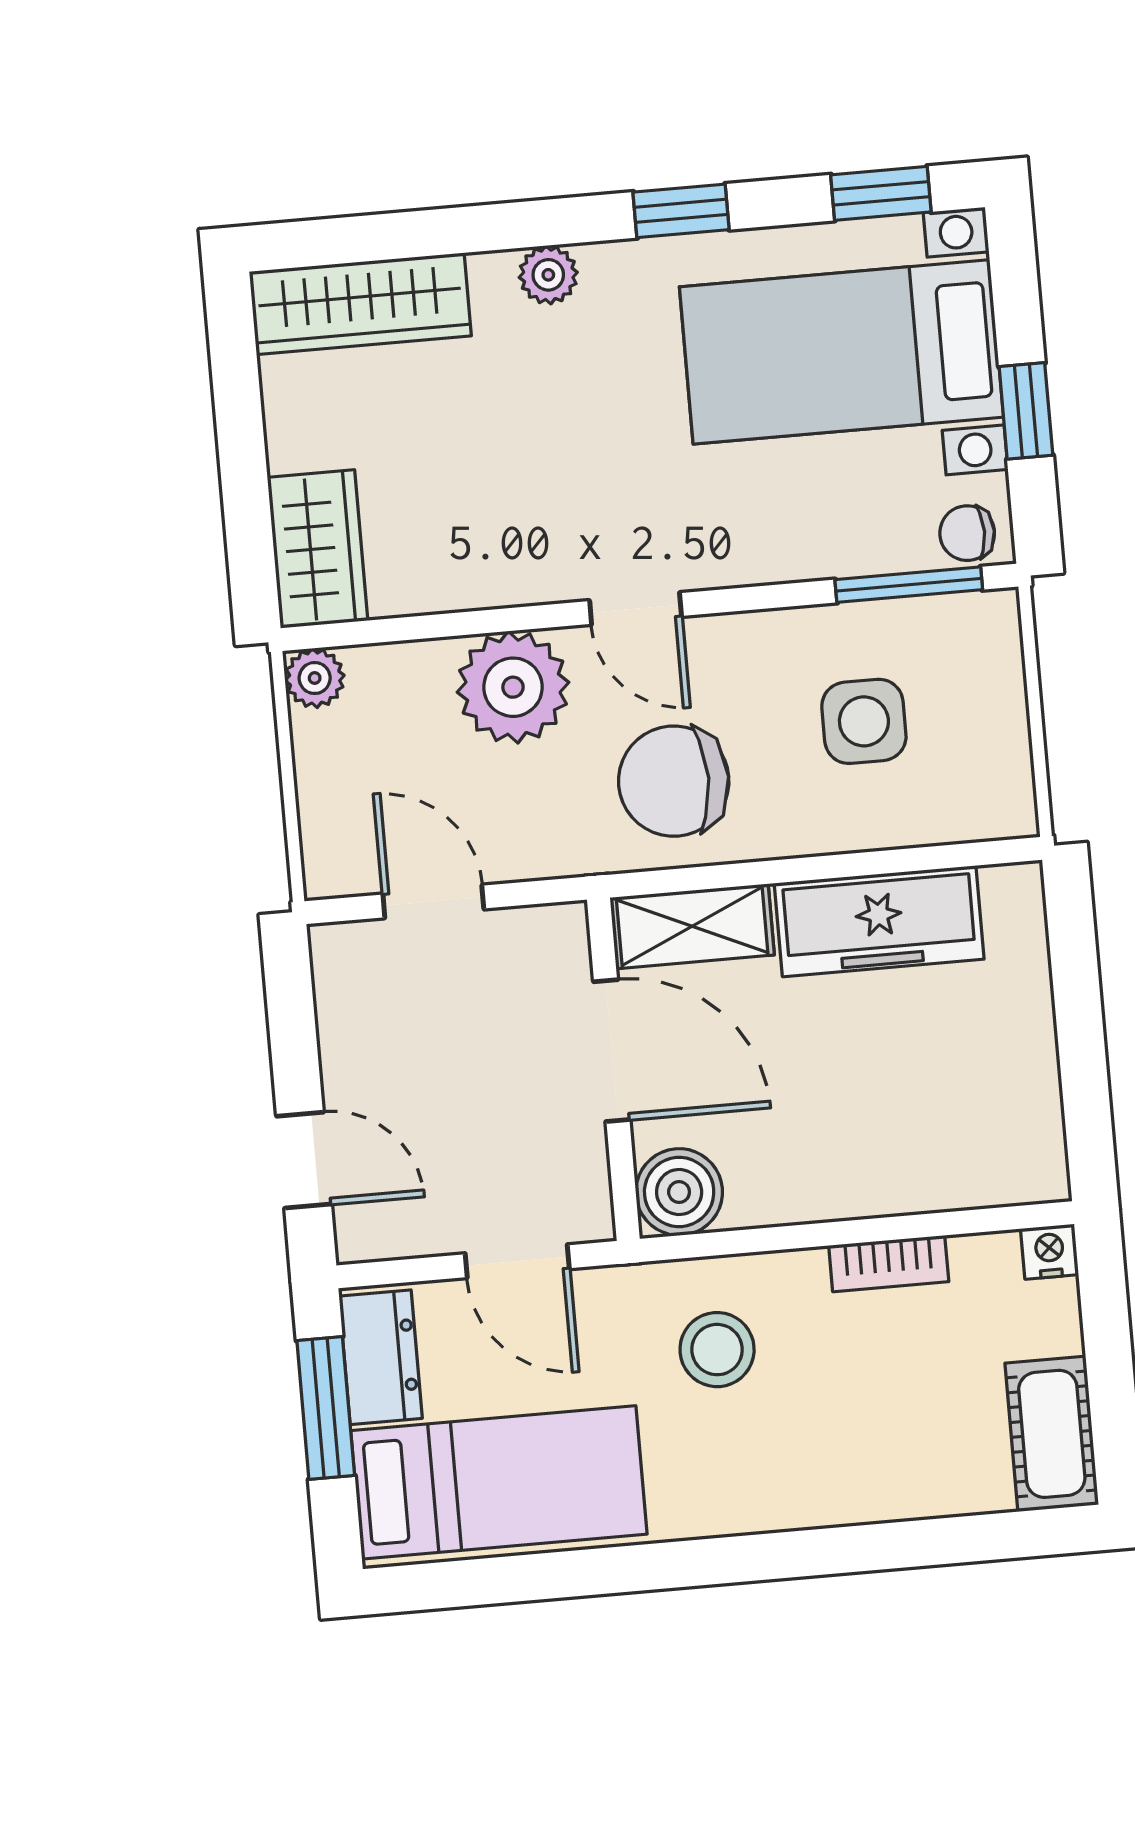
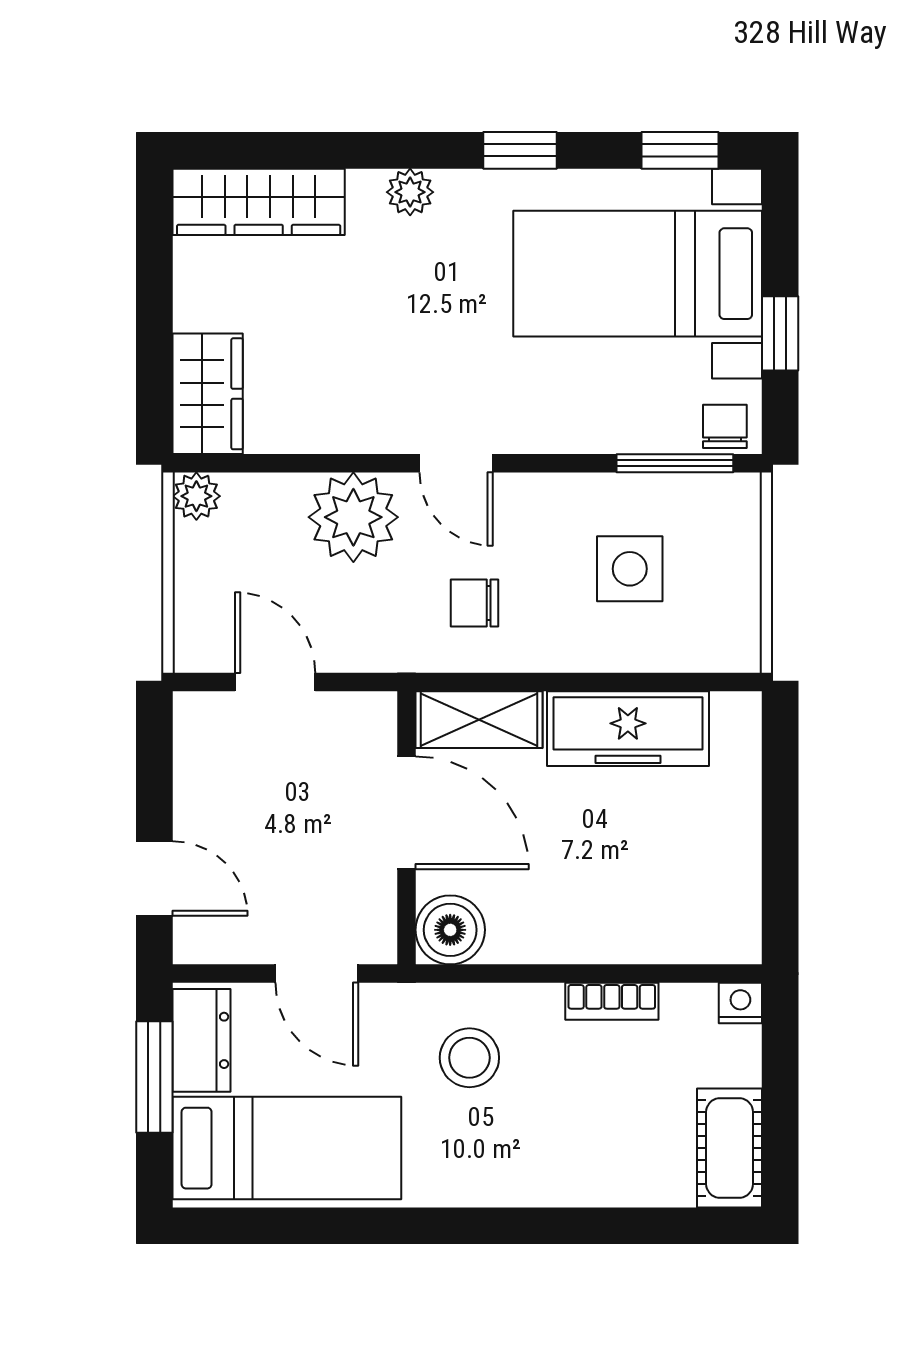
chair: (967, 533) -> (725, 426), turned 90
chair: (674, 781) -> (474, 603), width x0.54, depth x0.54

